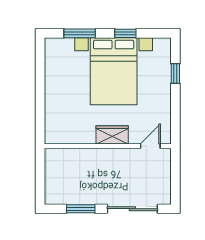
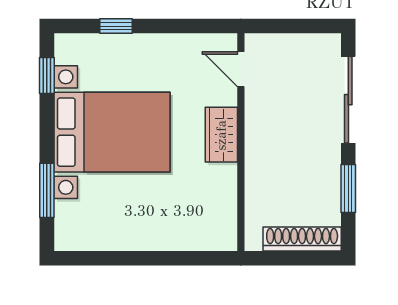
window: (125, 33) -> (47, 76), moved
shoe rack: (51, 182) -> (302, 239), added

